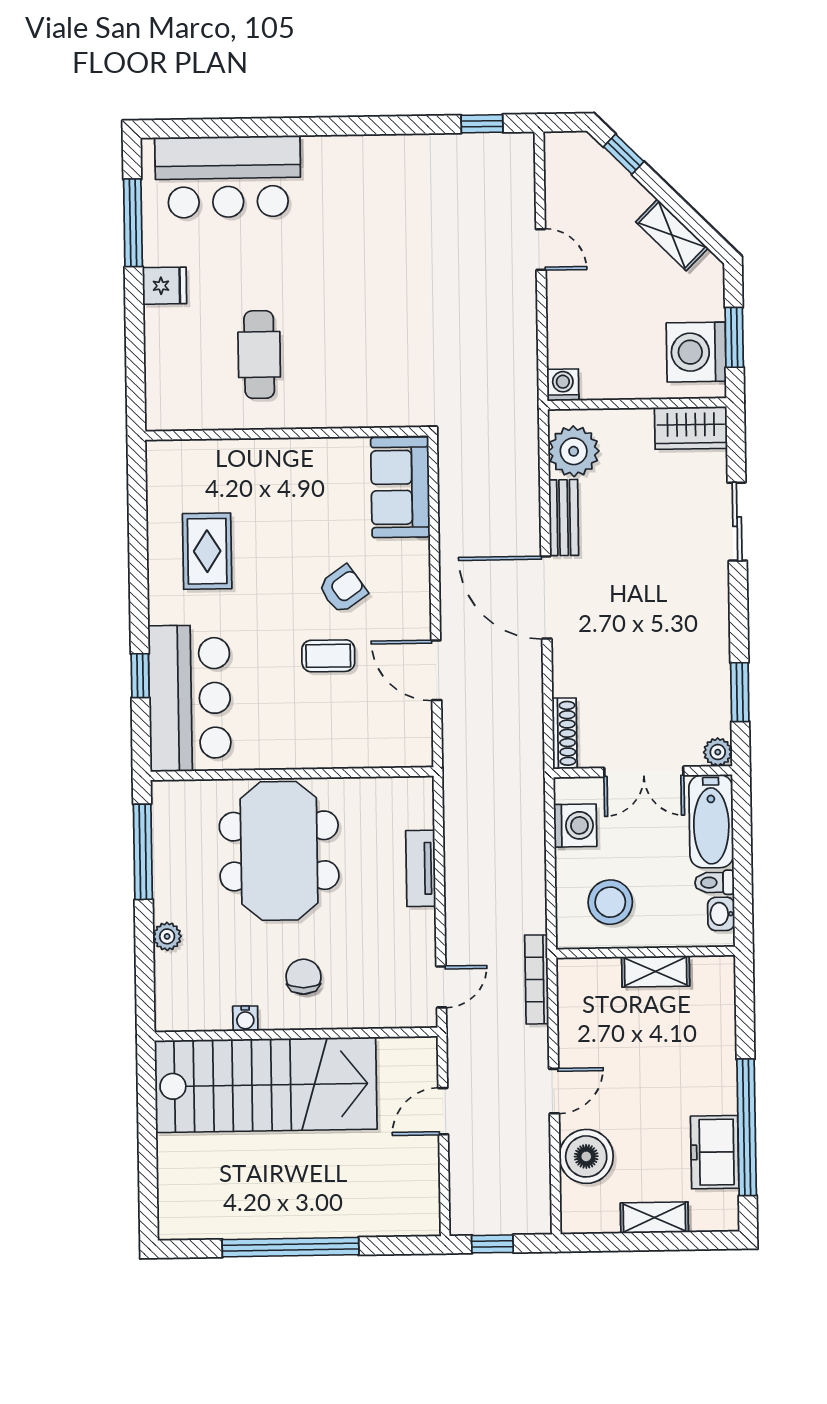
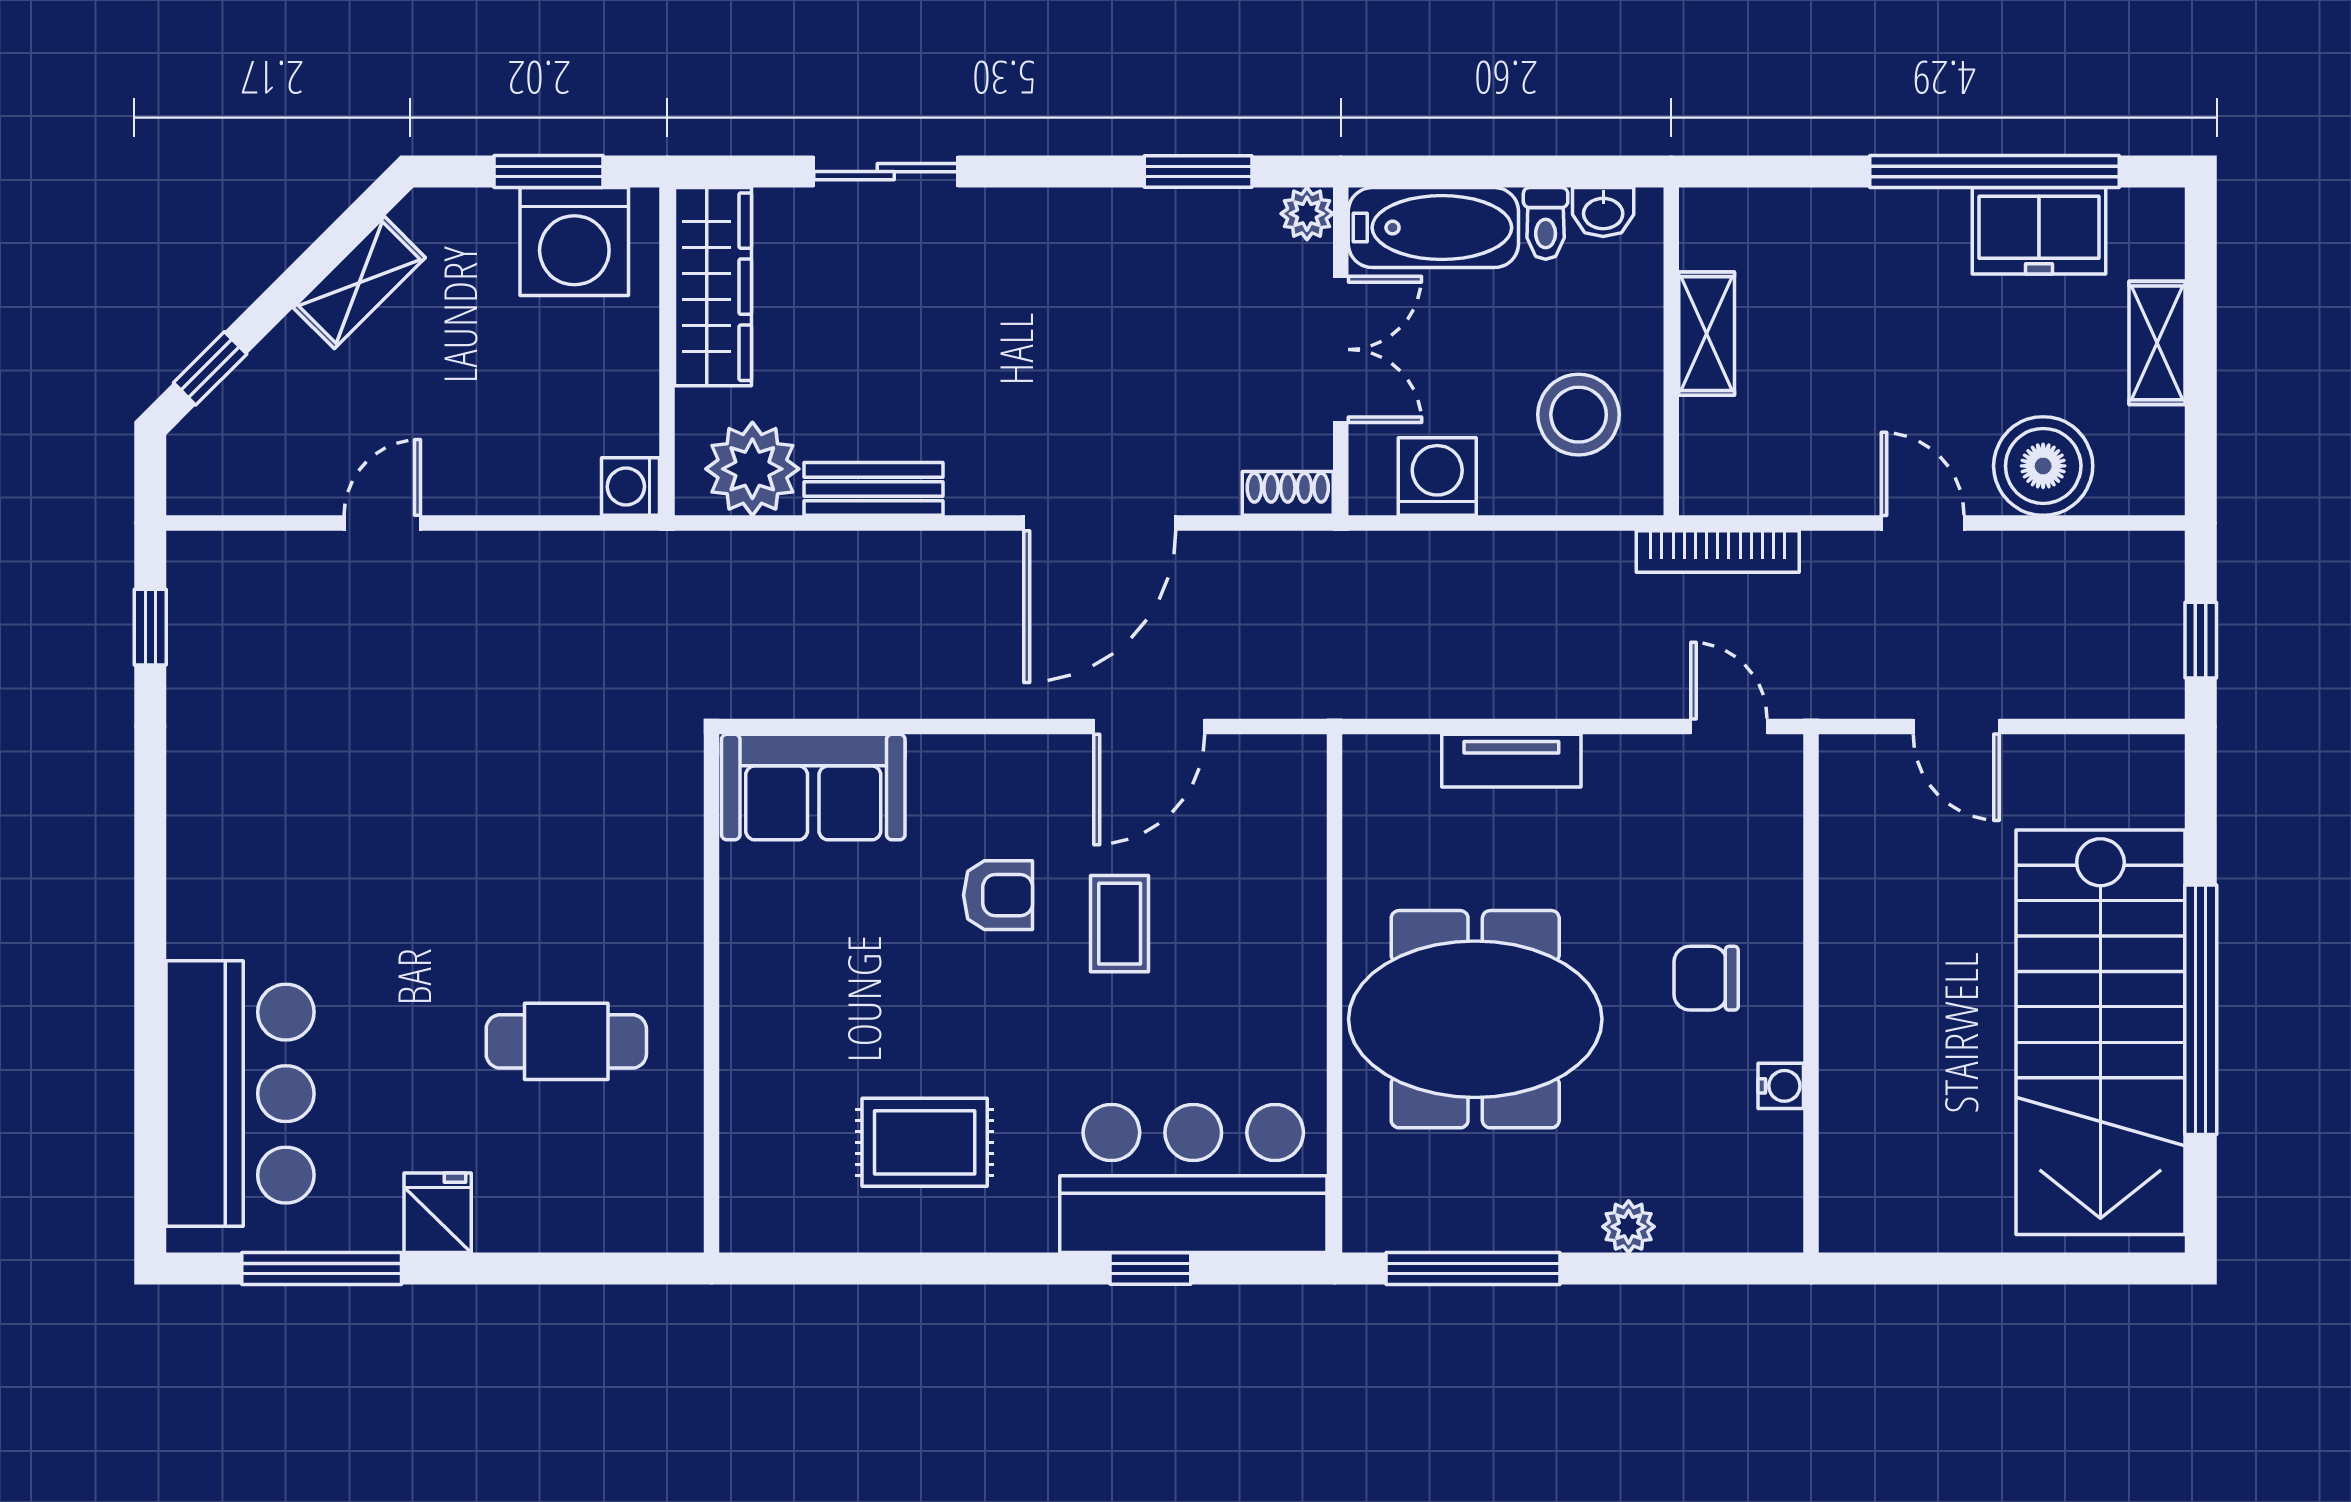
wardrobe: (691, 428) -> (713, 287), width x1.50
armchair: (343, 589) -> (998, 895), turned 125
door: (546, 598) -> (1100, 523), moved
shoe rack: (565, 733) -> (1288, 493), width x0.70
stairs: (266, 1085) -> (2100, 1032), moved, turned 180

